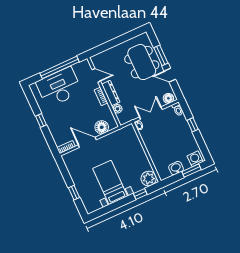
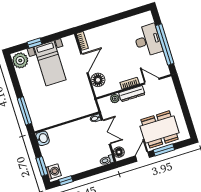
door: (96, 75) -> (152, 81), swing flipped
desk: (59, 87) -> (148, 40), width x0.73, depth x0.77
window: (41, 121) -> (113, 19), removed
window: (193, 125) -> (66, 181), moved
washbasin: (176, 168) -> (43, 138), moved
plant: (149, 178) -> (20, 60), moved
bed with nightstands: (110, 182) -> (50, 63), moved, turned 90
window: (140, 194) -> (25, 111), width x2.17

